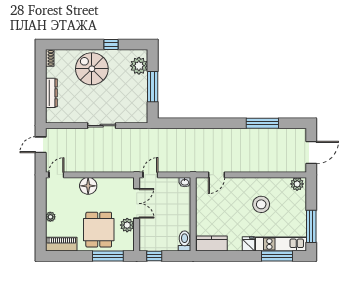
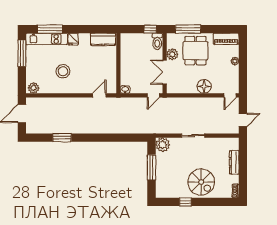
plant: (139, 66) -> (163, 145), moved
window: (262, 123) -> (62, 138), width x0.69
toilet: (185, 241) -> (157, 41), moved

